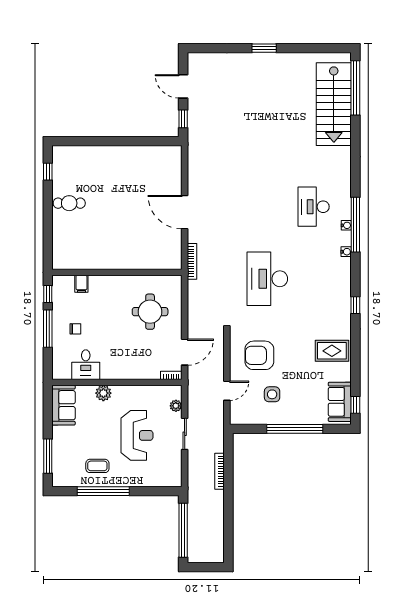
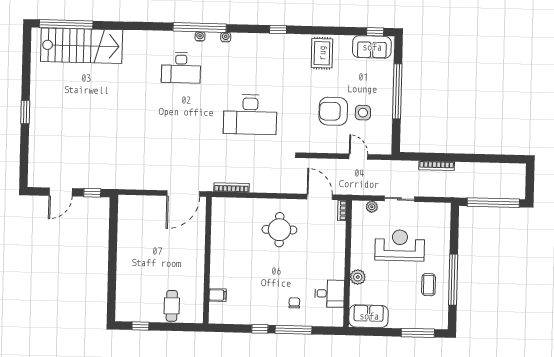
wall: (117, 272) -> (207, 260), moved
filing cabinet: (81, 284) -> (218, 295), moved
armchair: (259, 355) -> (333, 111), moved, turned 90

